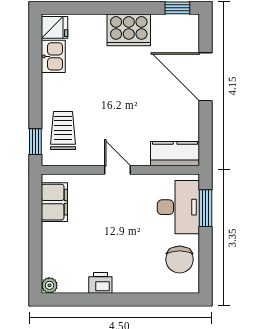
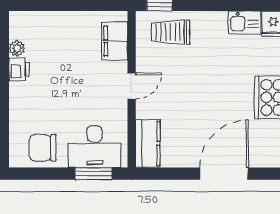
trolley: (63, 131) -> (171, 32), turned 180
filing cabinet: (54, 202) -> (115, 41), moved, turned 90
plant: (49, 285) -> (17, 48), moved

